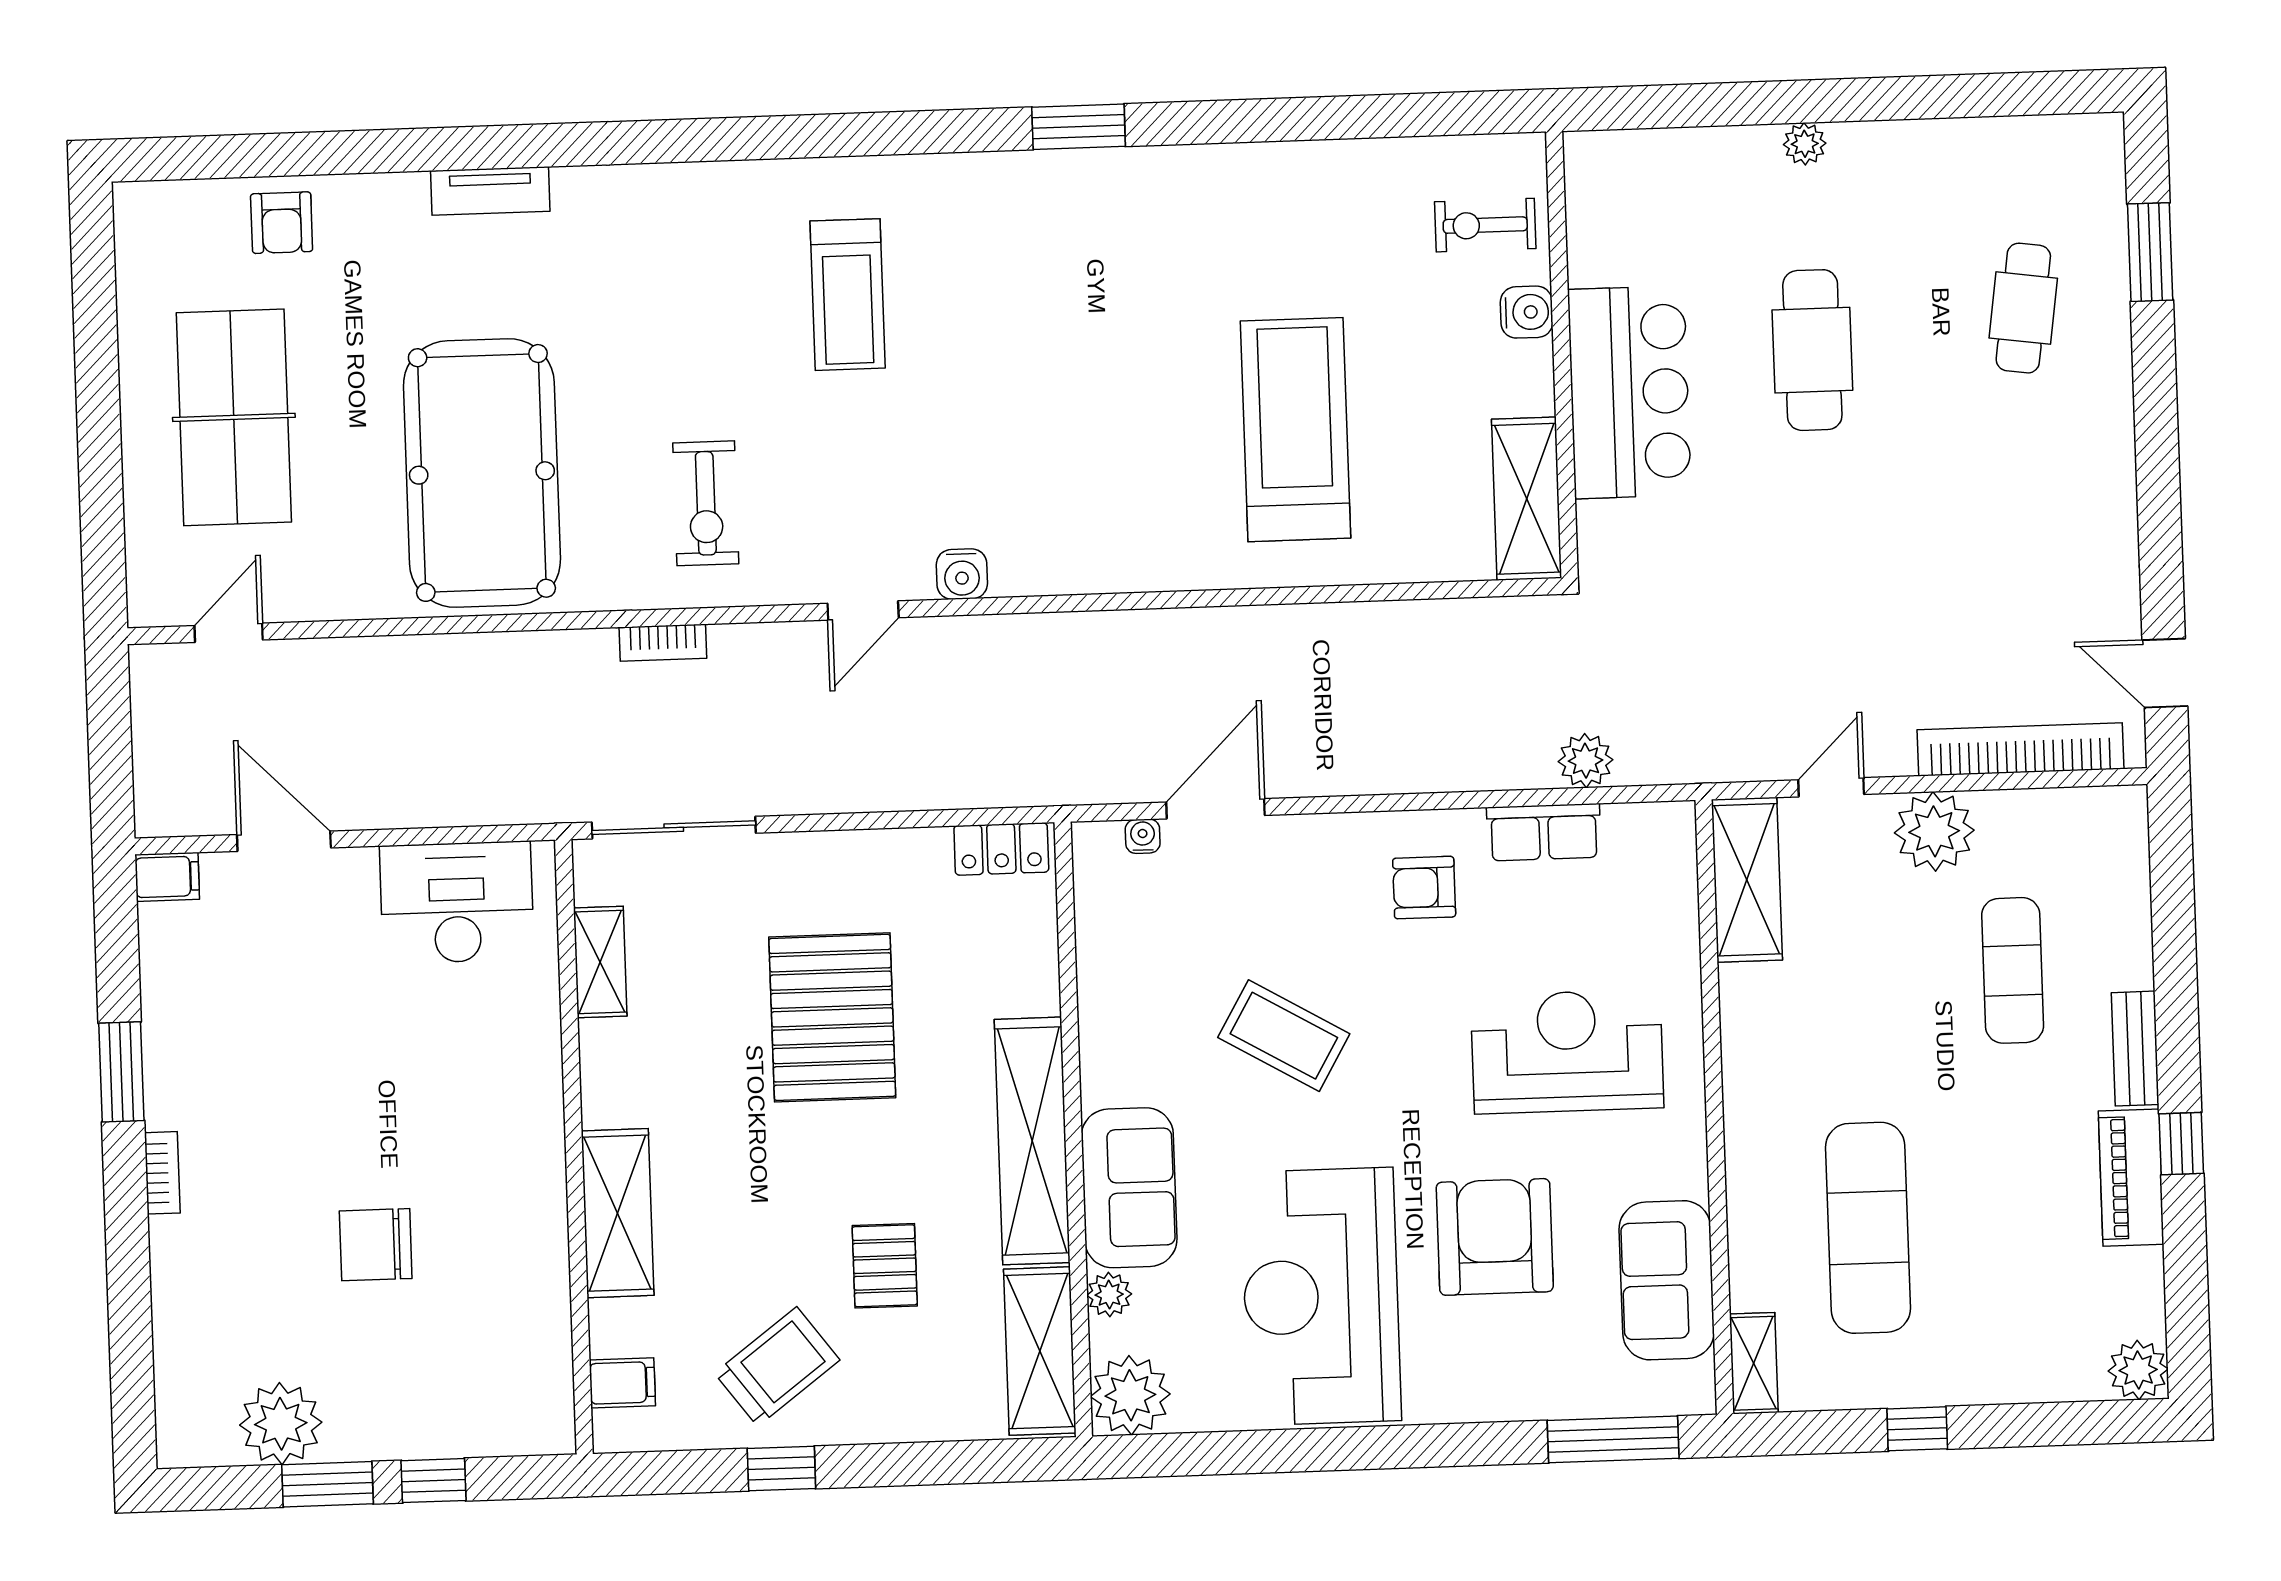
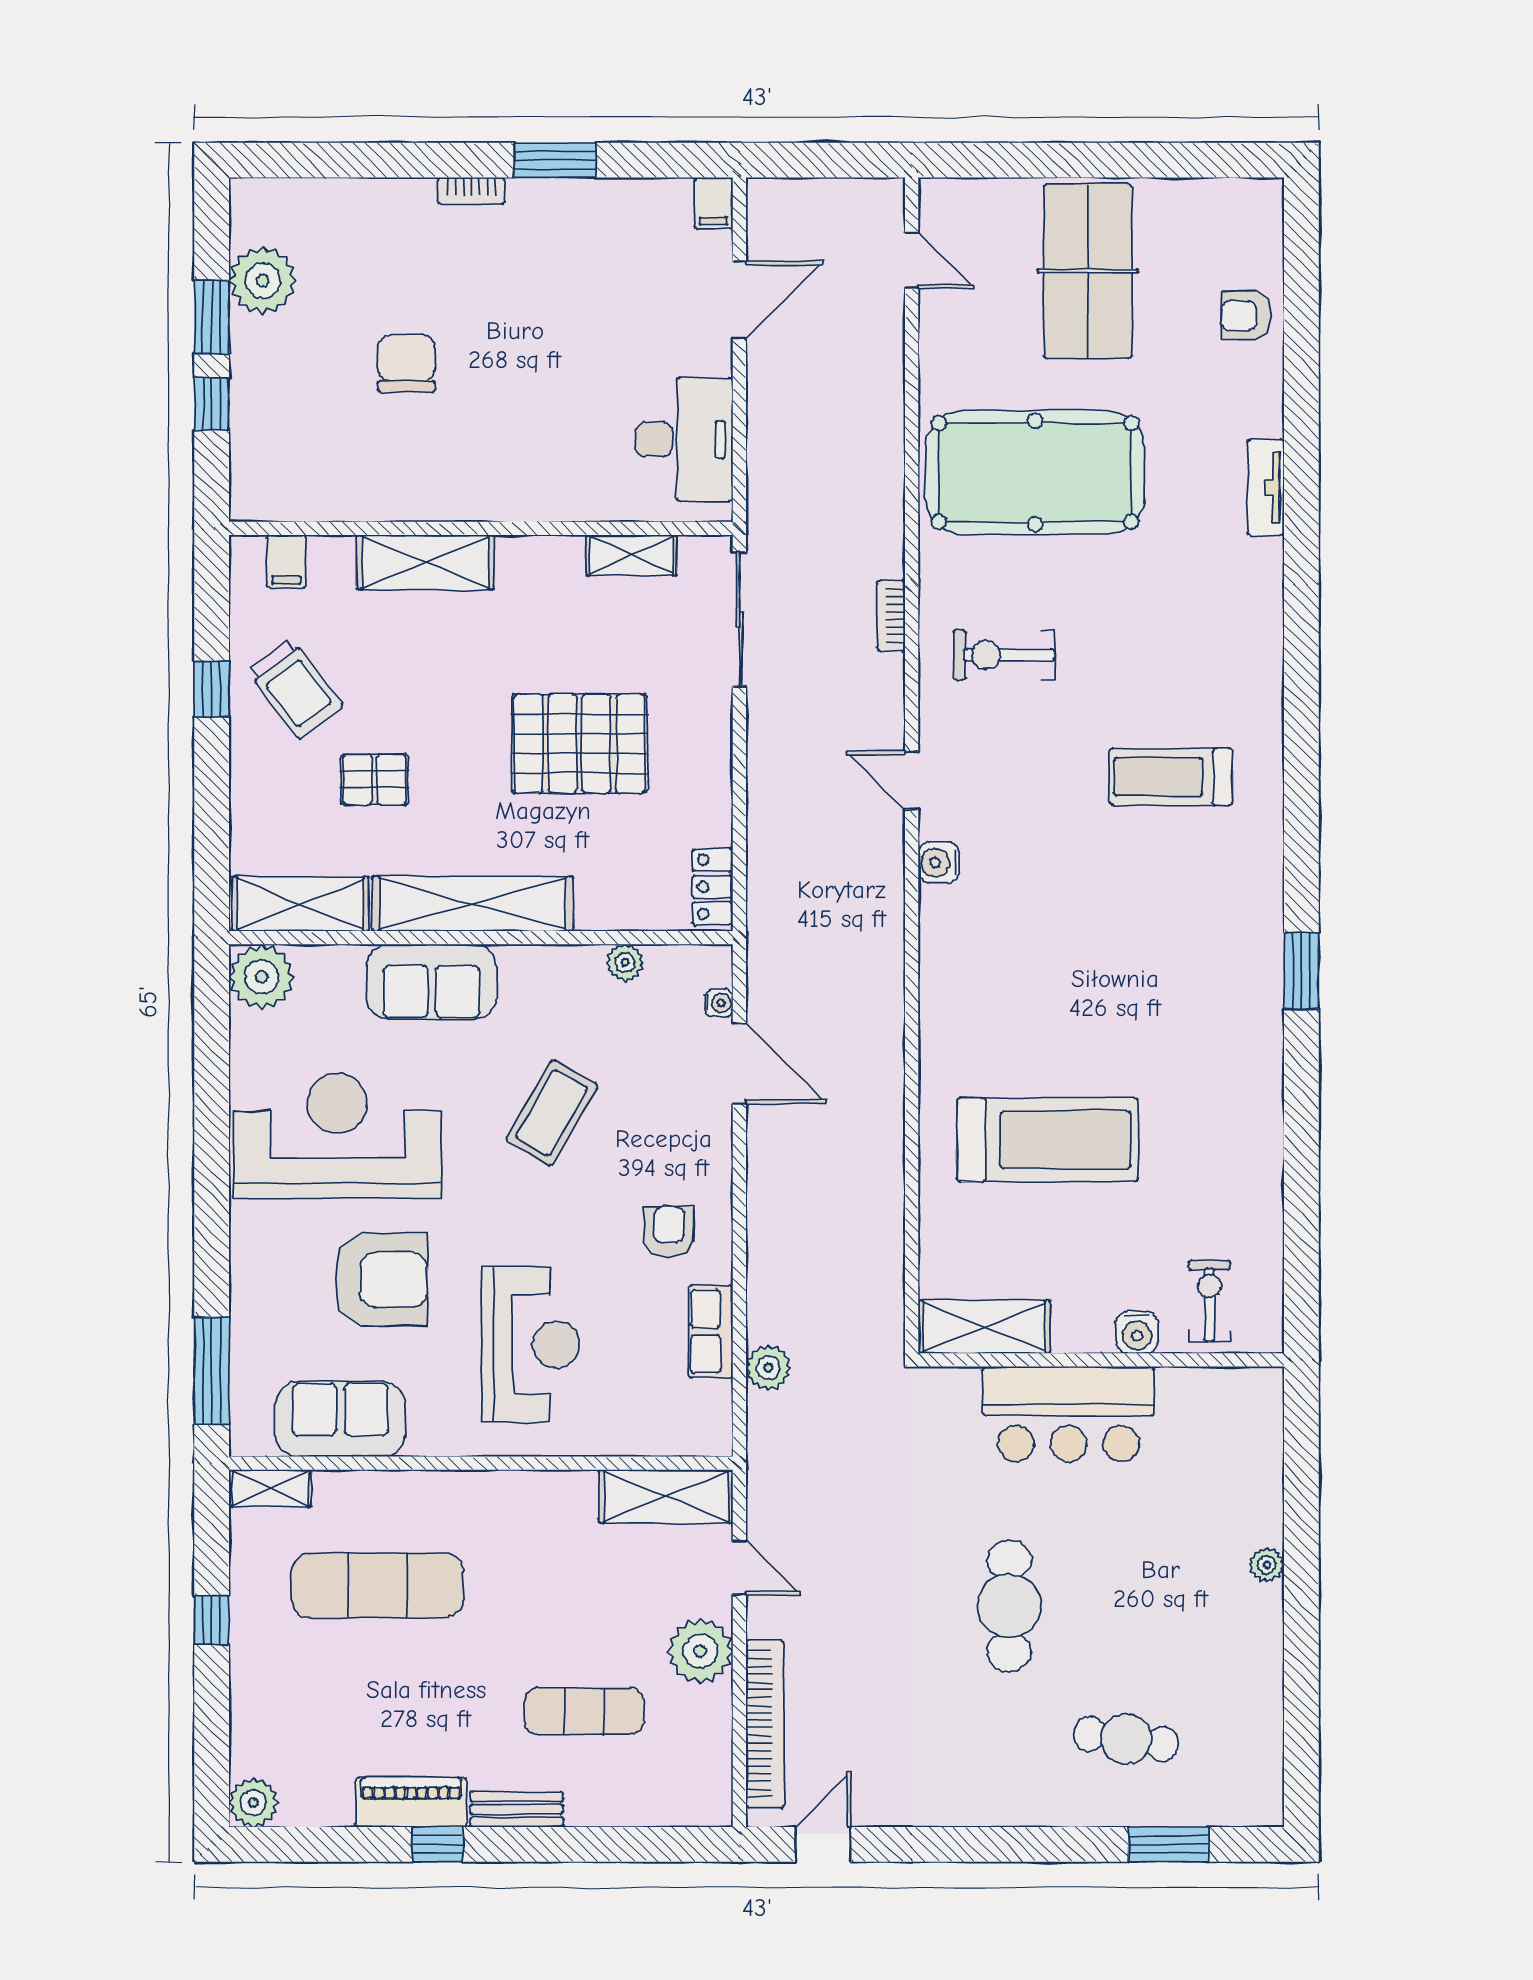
cafe table: (1812, 350) -> (1009, 1606), moved, turned 90
table tennis table: (234, 417) -> (1088, 271), turned 90
plant: (1109, 1295) -> (625, 962), moved

